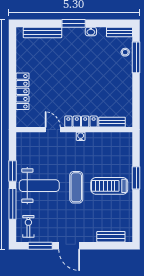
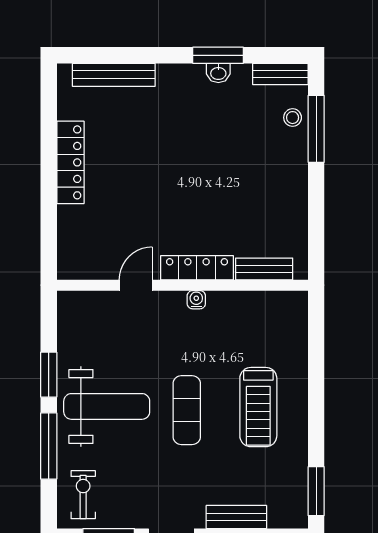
window: (74, 23) -> (218, 55), moved
locker: (23, 91) -> (70, 162), moved
door: (53, 130) -> (136, 285), hinge flipped
window: (136, 178) -> (316, 491), moved
treadmill: (109, 186) -> (258, 407), turned -90
bench: (111, 237) -> (236, 517), moved

